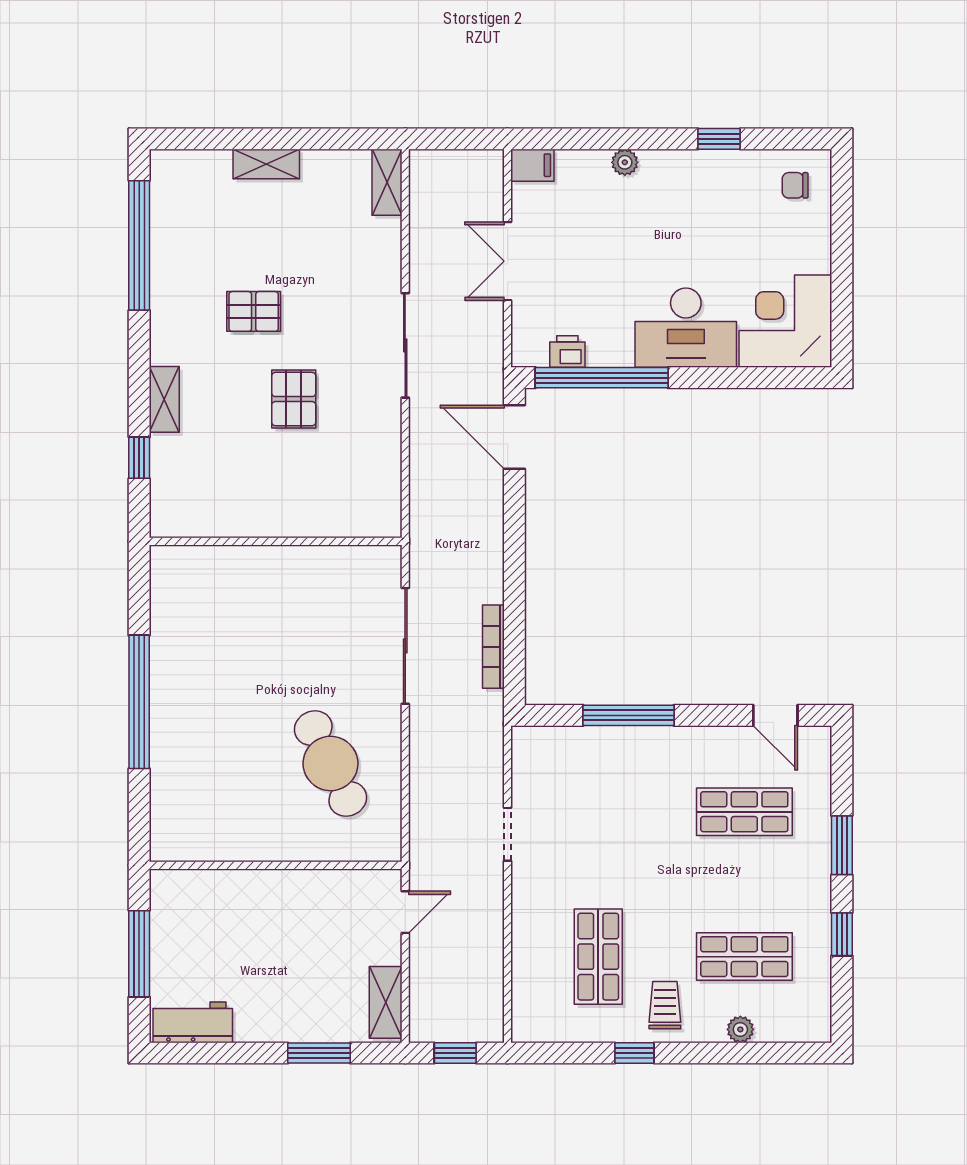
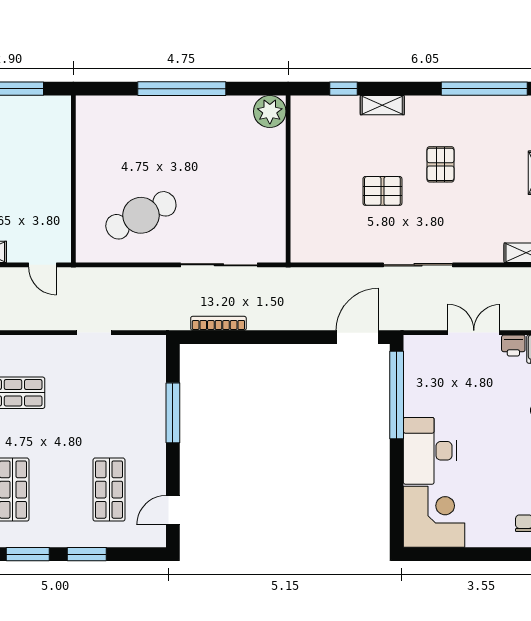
printer: (567, 351) -> (513, 345), moved, turned 90
plant: (174, 569) -> (270, 111), added
window: (842, 934) -> (28, 554), width x1.50

